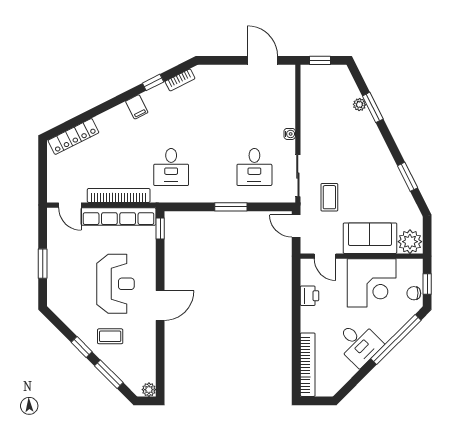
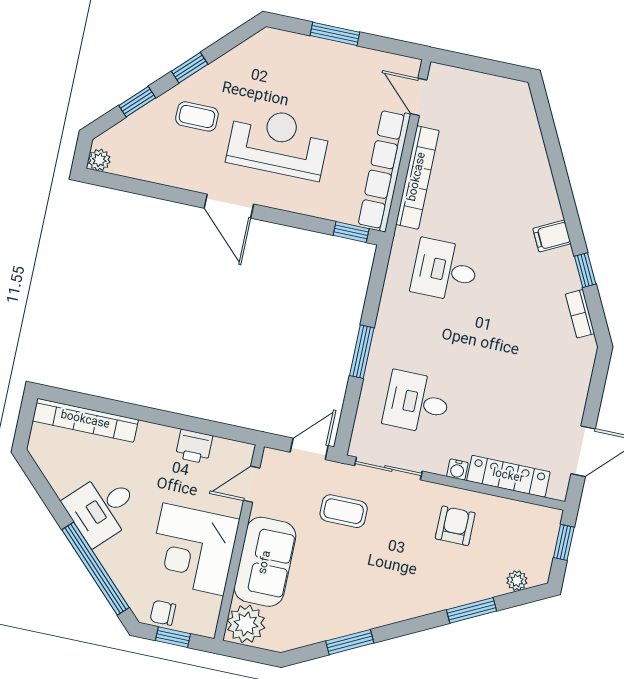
plant: (359, 105) -> (517, 581), moved
armchair: (324, 128) -> (455, 526), added
locker: (73, 136) -> (508, 476), moved, turned 117
door: (70, 205) -> (419, 97), hinge flipped
reception desk: (116, 284) -> (278, 143), turned 180
chair: (414, 293) -> (163, 613), turned -90
coffee table: (110, 336) -> (197, 116), turned 90
window: (109, 374) -> (137, 102), width x0.67

